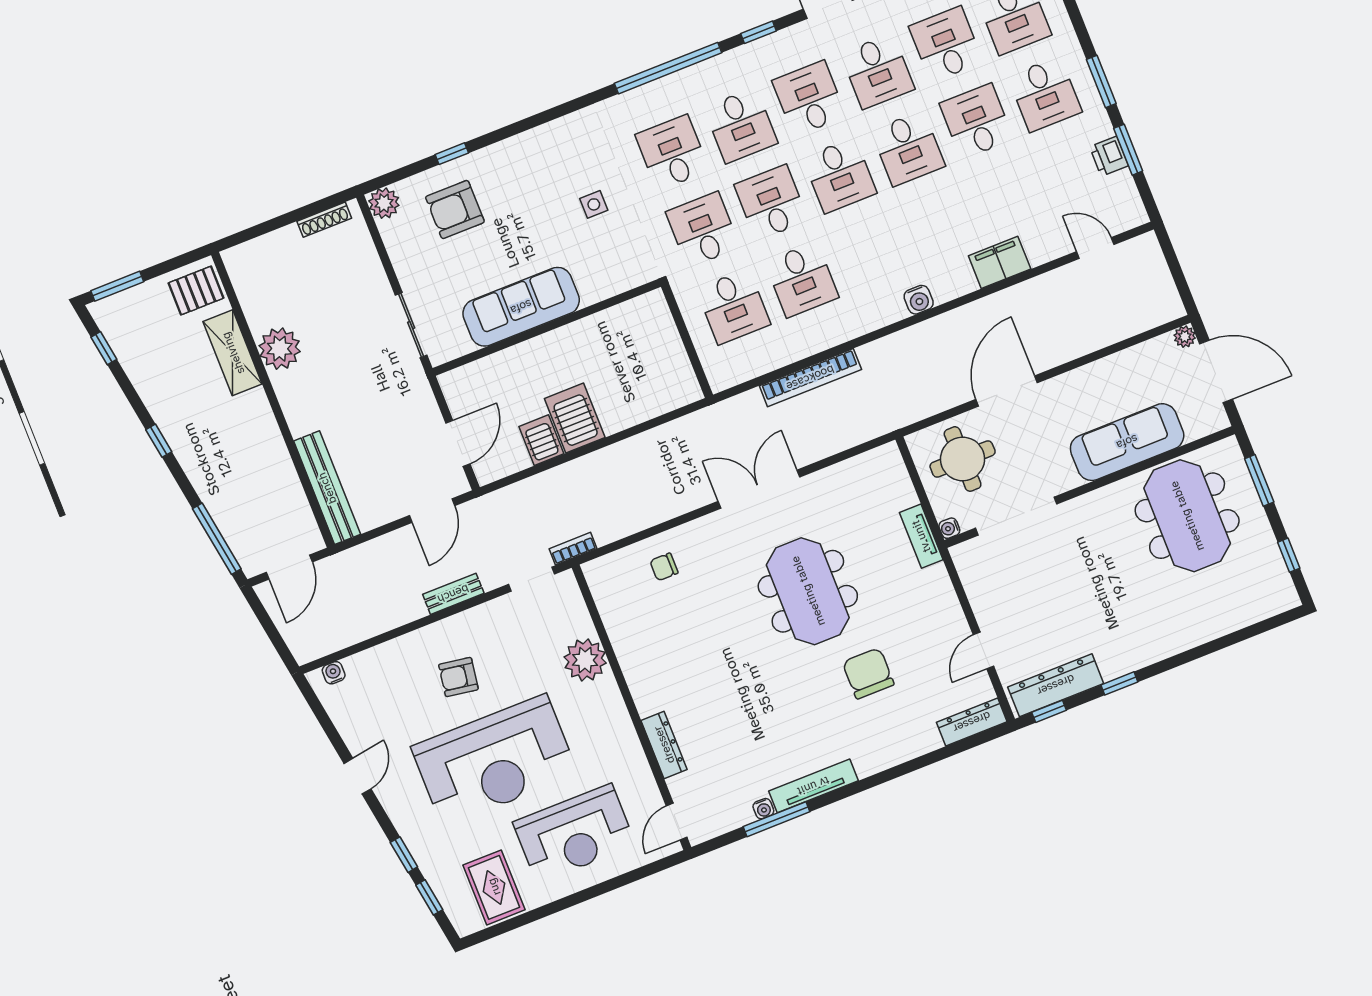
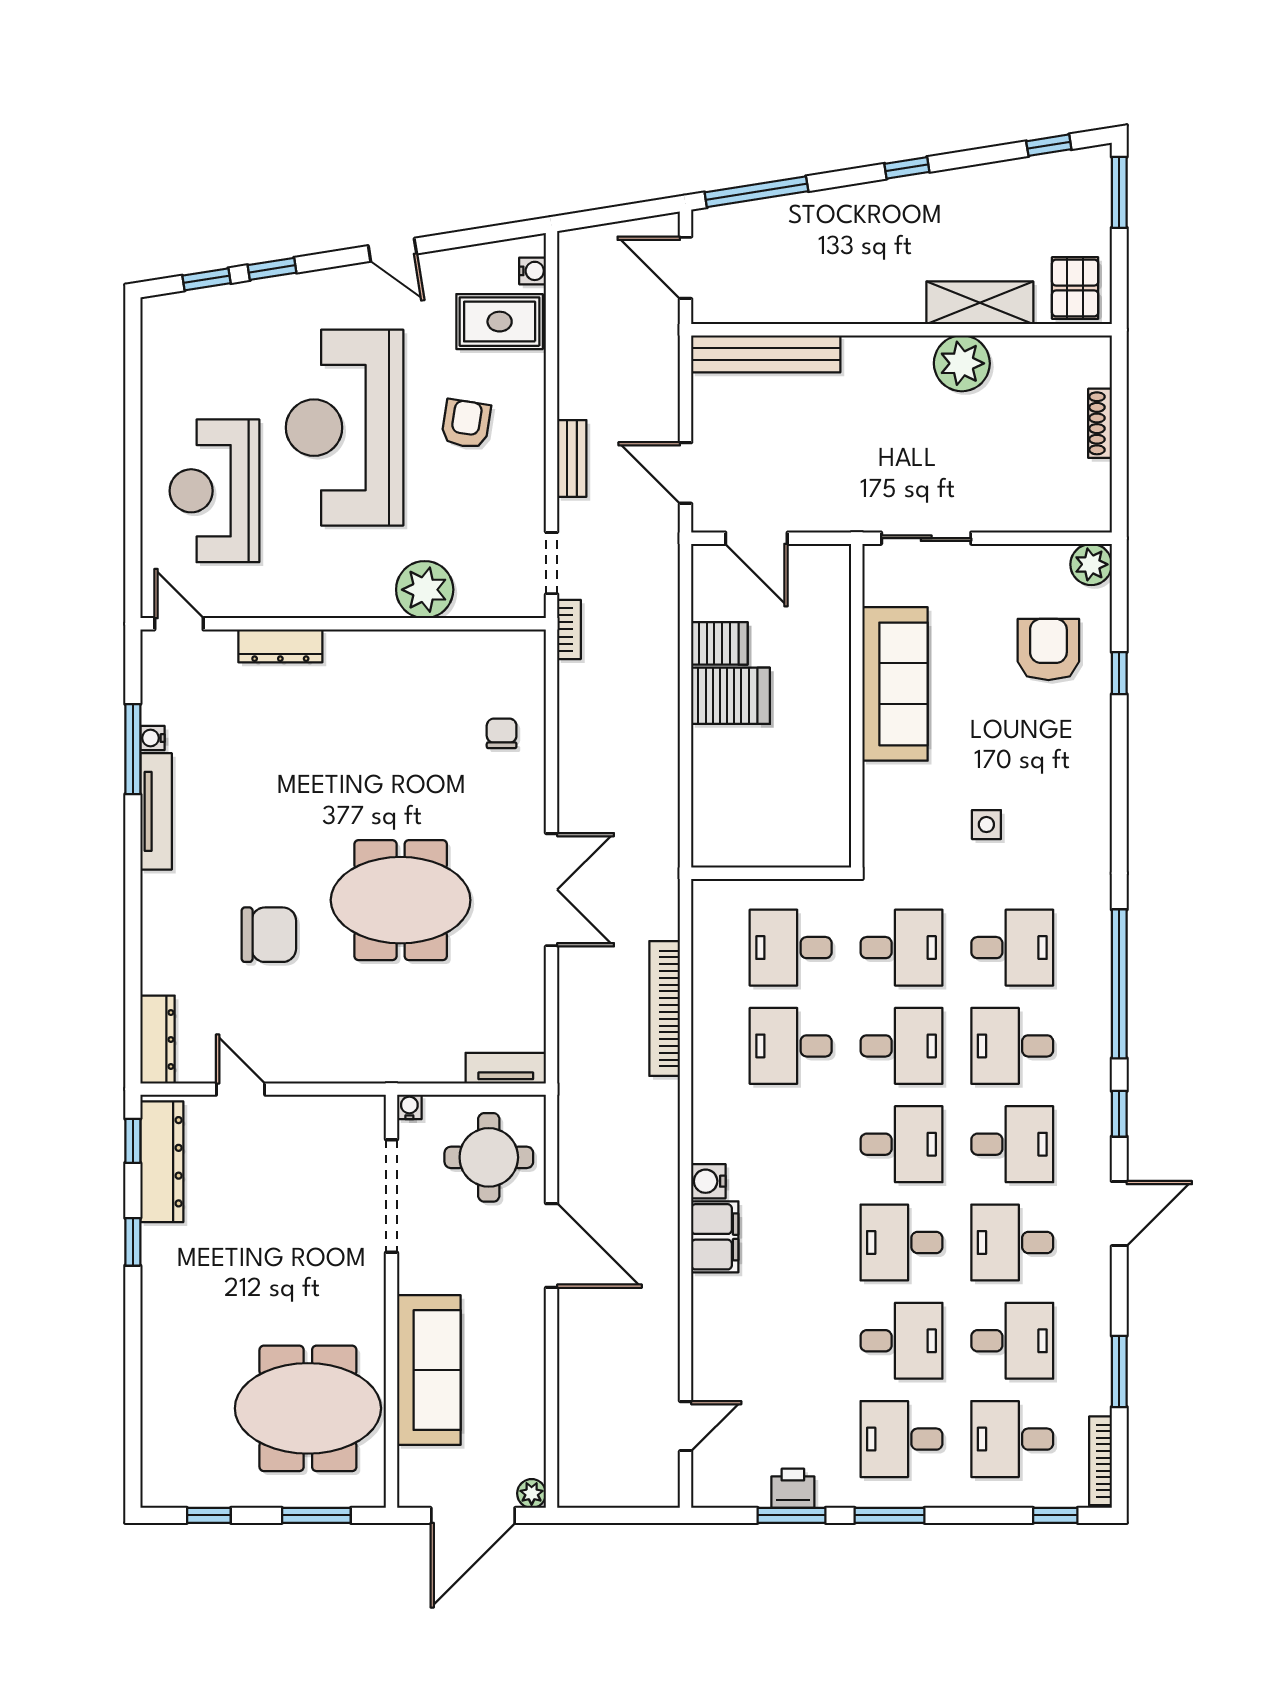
desk: (840, 175) -> (901, 1144), turned 180
shoe rack: (324, 220) -> (1100, 423), moved
filing cabinet: (1000, 262) -> (715, 1237), moved
tv unit: (921, 536) -> (506, 1068), moved
rug: (494, 887) -> (500, 322), moved

